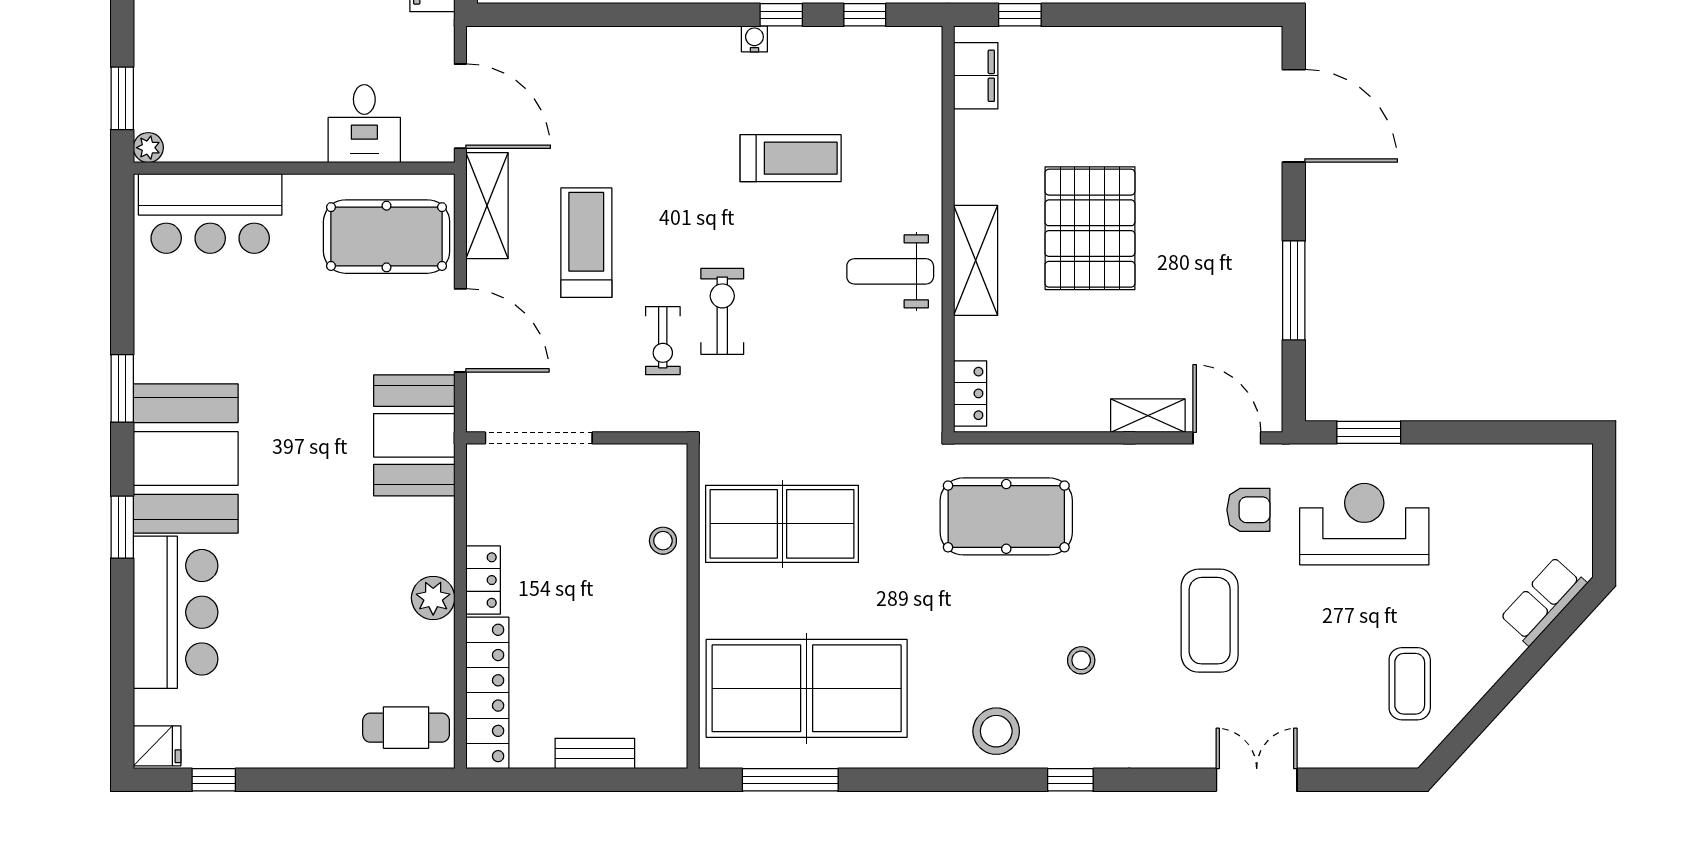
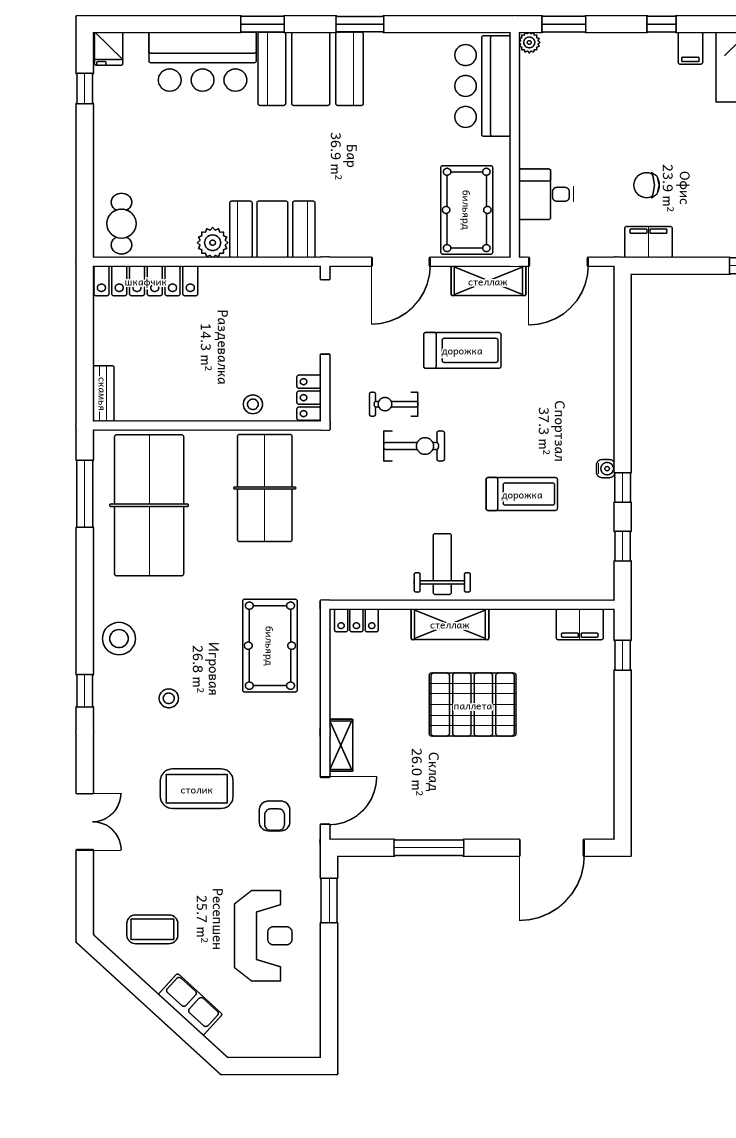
treadmill: (791, 158) -> (522, 494), turned -90
booth: (414, 435) -> (272, 229), moved
reception desk: (1364, 524) -> (263, 936), moved
locker: (483, 580) -> (309, 398), moved, turned 90
row of seats: (1543, 601) -> (190, 1005), moved
bench: (595, 753) -> (103, 394), moved

